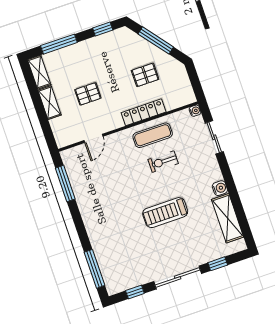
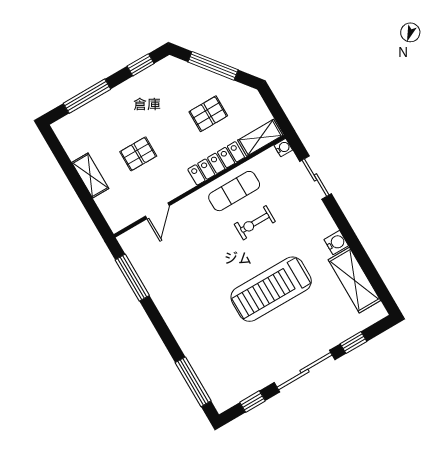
shelving: (39, 72) -> (260, 138), moved, turned 90
treadmill: (165, 213) -> (271, 289), width x1.37, depth x1.38

